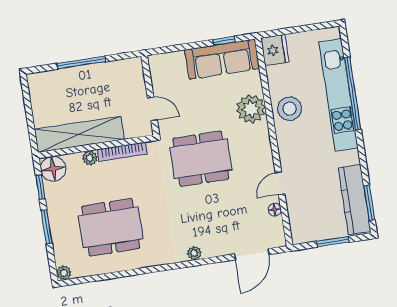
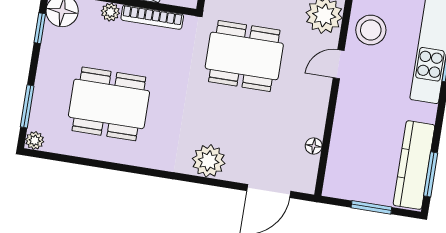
door: (280, 183) -> (339, 64), moved
window: (47, 227) -> (27, 106), moved
plant: (194, 253) -> (209, 161), width x1.87, depth x1.87

